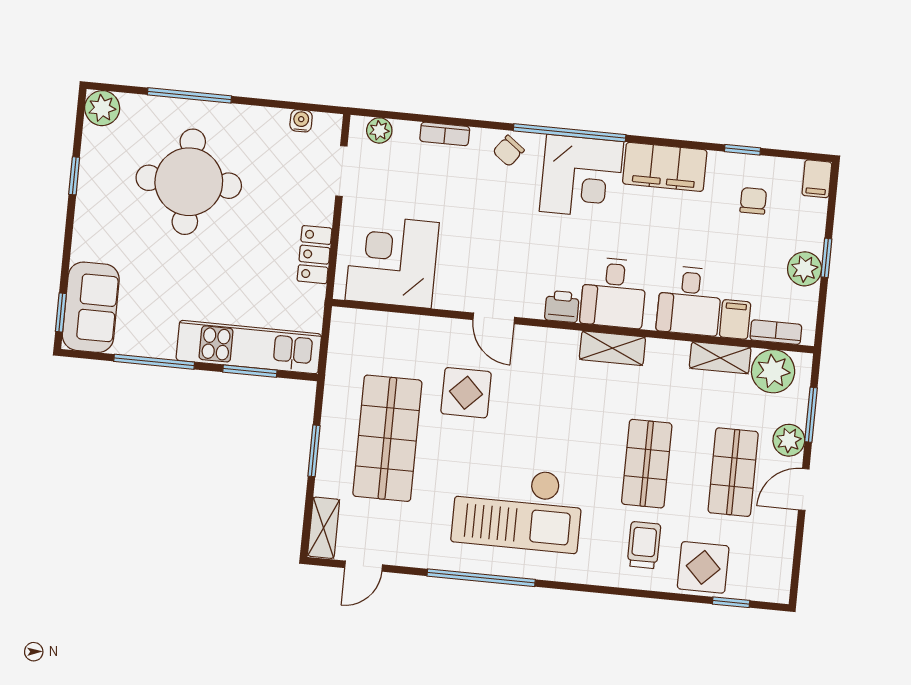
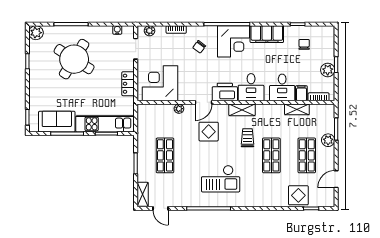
chair: (508, 151) -> (199, 47), moved
filing cabinet: (817, 179) -> (329, 33), removed
round table: (189, 182) -> (74, 59), turned 32
printer: (562, 306) -> (225, 92), width x1.87, depth x1.48
sofa: (91, 307) -> (57, 122), moved, turned -90
door: (494, 318) -> (203, 102), hinge flipped
shelving: (612, 348) -> (242, 110), moved
plant: (773, 371) -> (179, 109), moved, width x0.53, depth x0.53
display table: (466, 393) -> (209, 132), moved
shop shelf: (387, 438) -> (165, 155), width x0.70, depth x0.74
door: (804, 489) -> (336, 179), moved
checkout: (517, 508) -> (221, 179), width x0.73, depth x0.83
trolley: (644, 545) -> (247, 138), moved
door: (364, 566) -> (160, 208), hinge flipped

